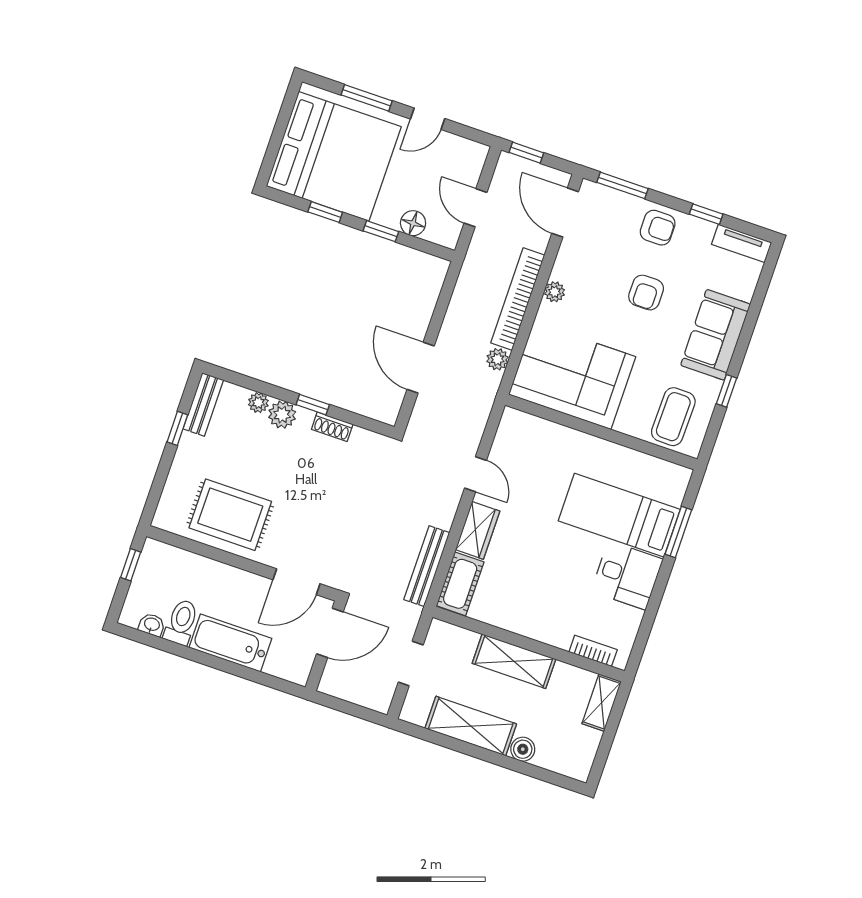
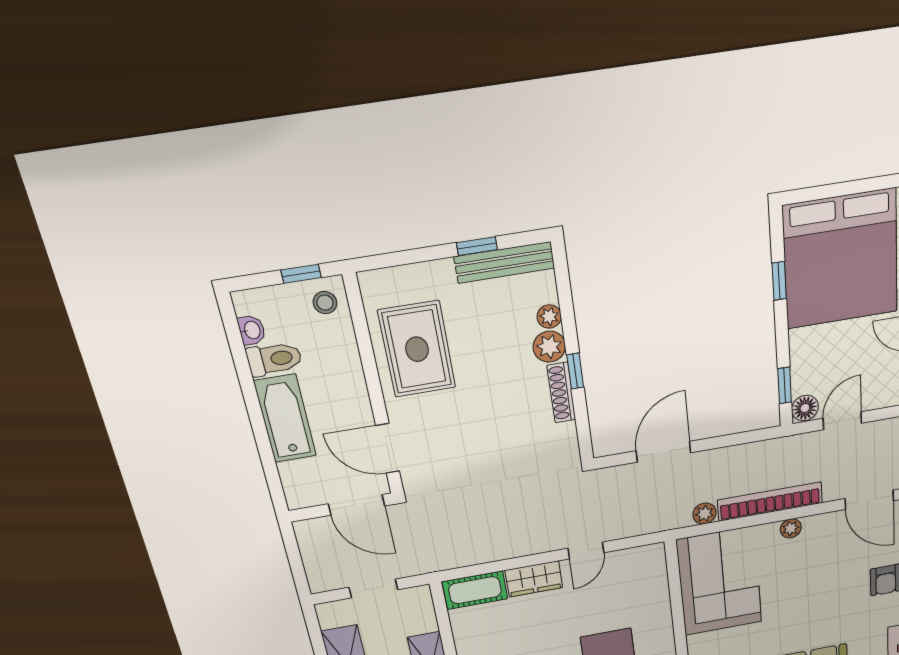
door: (565, 212) -> (869, 500), swing flipped
floor lamp: (413, 223) -> (805, 408), moved
window: (381, 231) -> (785, 385), moved
armchair: (646, 293) -> (823, 600), removed
bench: (203, 404) -> (505, 262), width x1.36
shoe rack: (332, 427) -> (561, 393), width x1.43
stool: (160, 561) -> (325, 303), added
bench: (427, 566) -> (475, 555), removed

